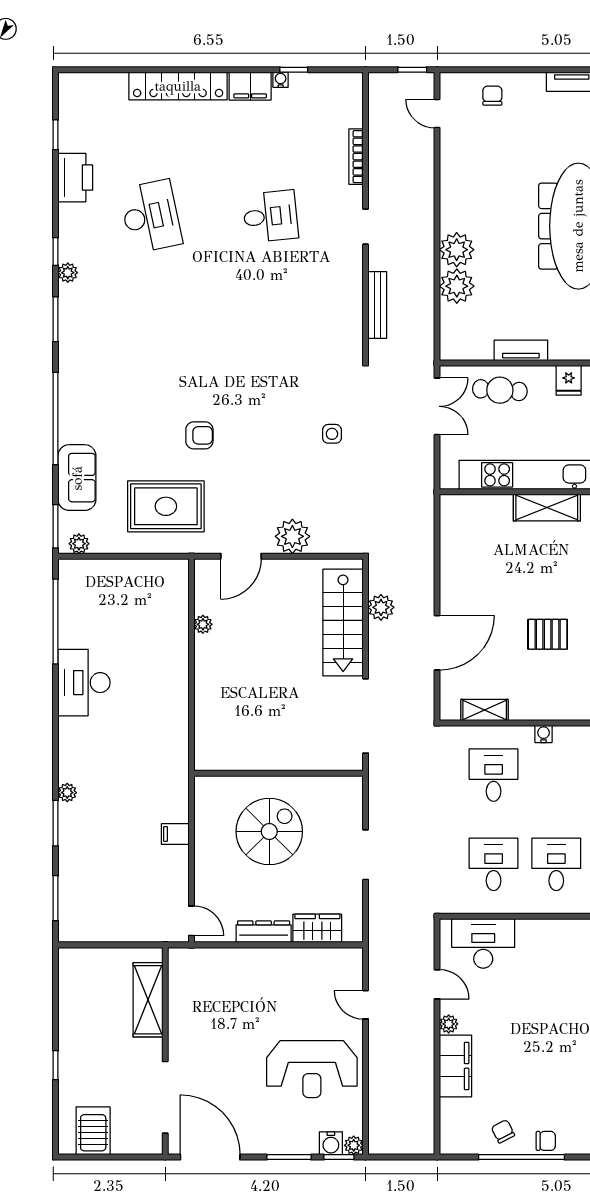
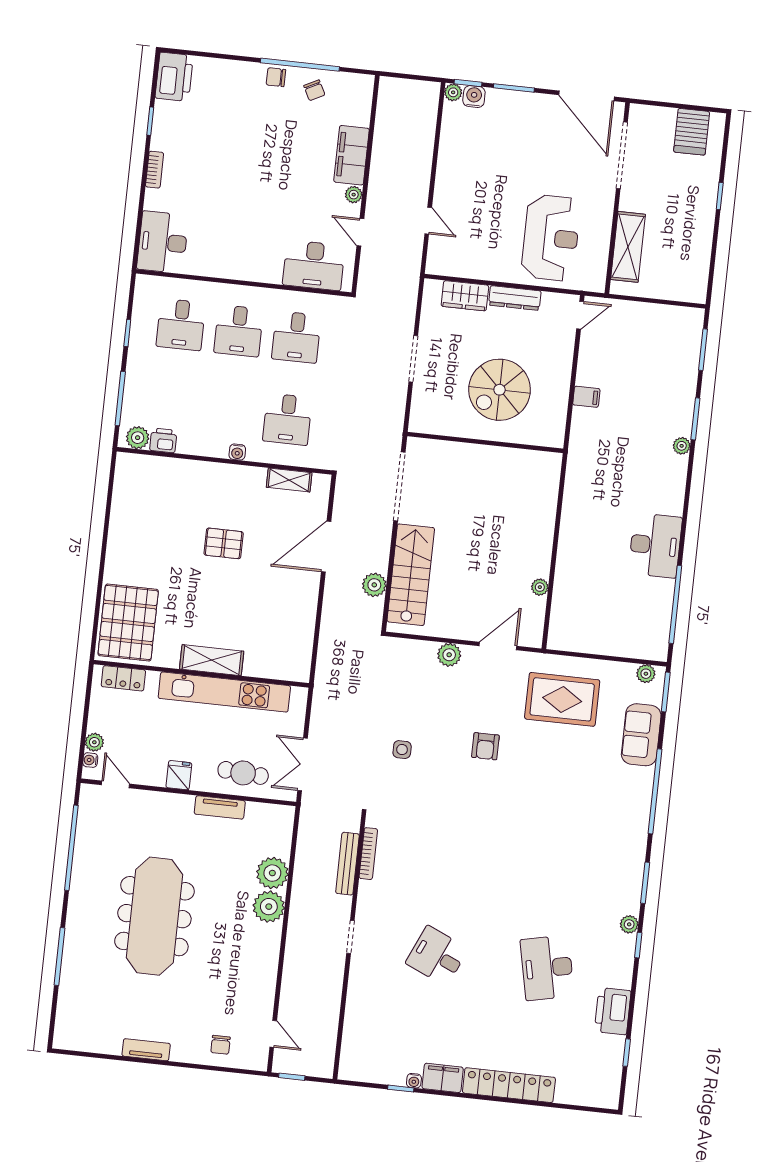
bookcase: (356, 157) -> (368, 854), moved
desk: (270, 216) -> (437, 956), turned 30
armchair: (199, 435) -> (485, 746), moved, turned -90
plant: (292, 536) -> (449, 655), width x0.73, depth x0.73
door: (191, 921) -> (580, 315), swing flipped
reception desk: (312, 1069) -> (551, 238), moved, turned 90

